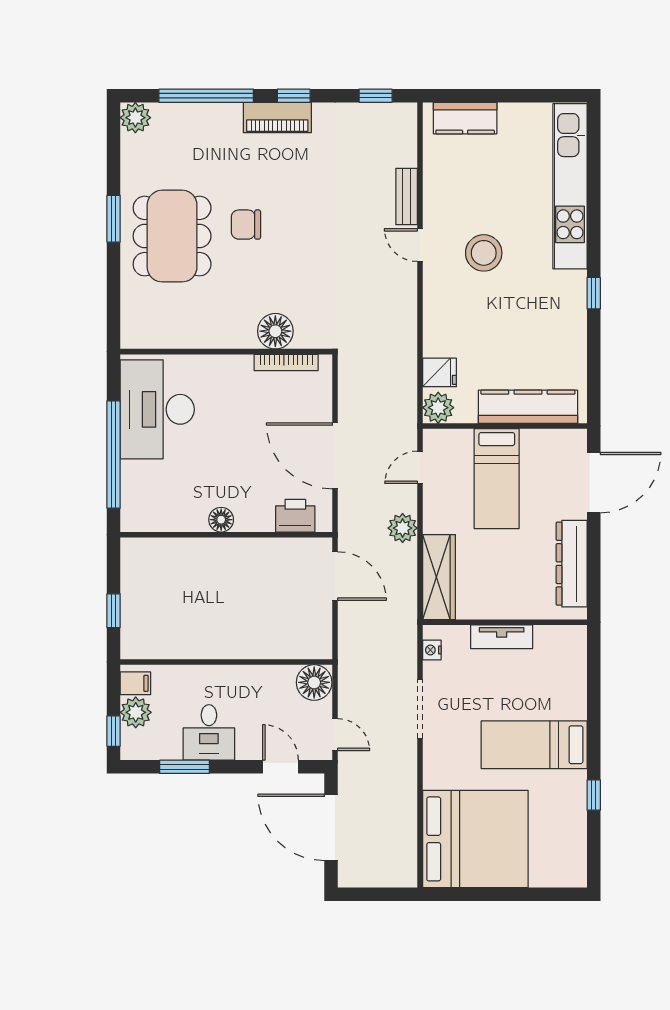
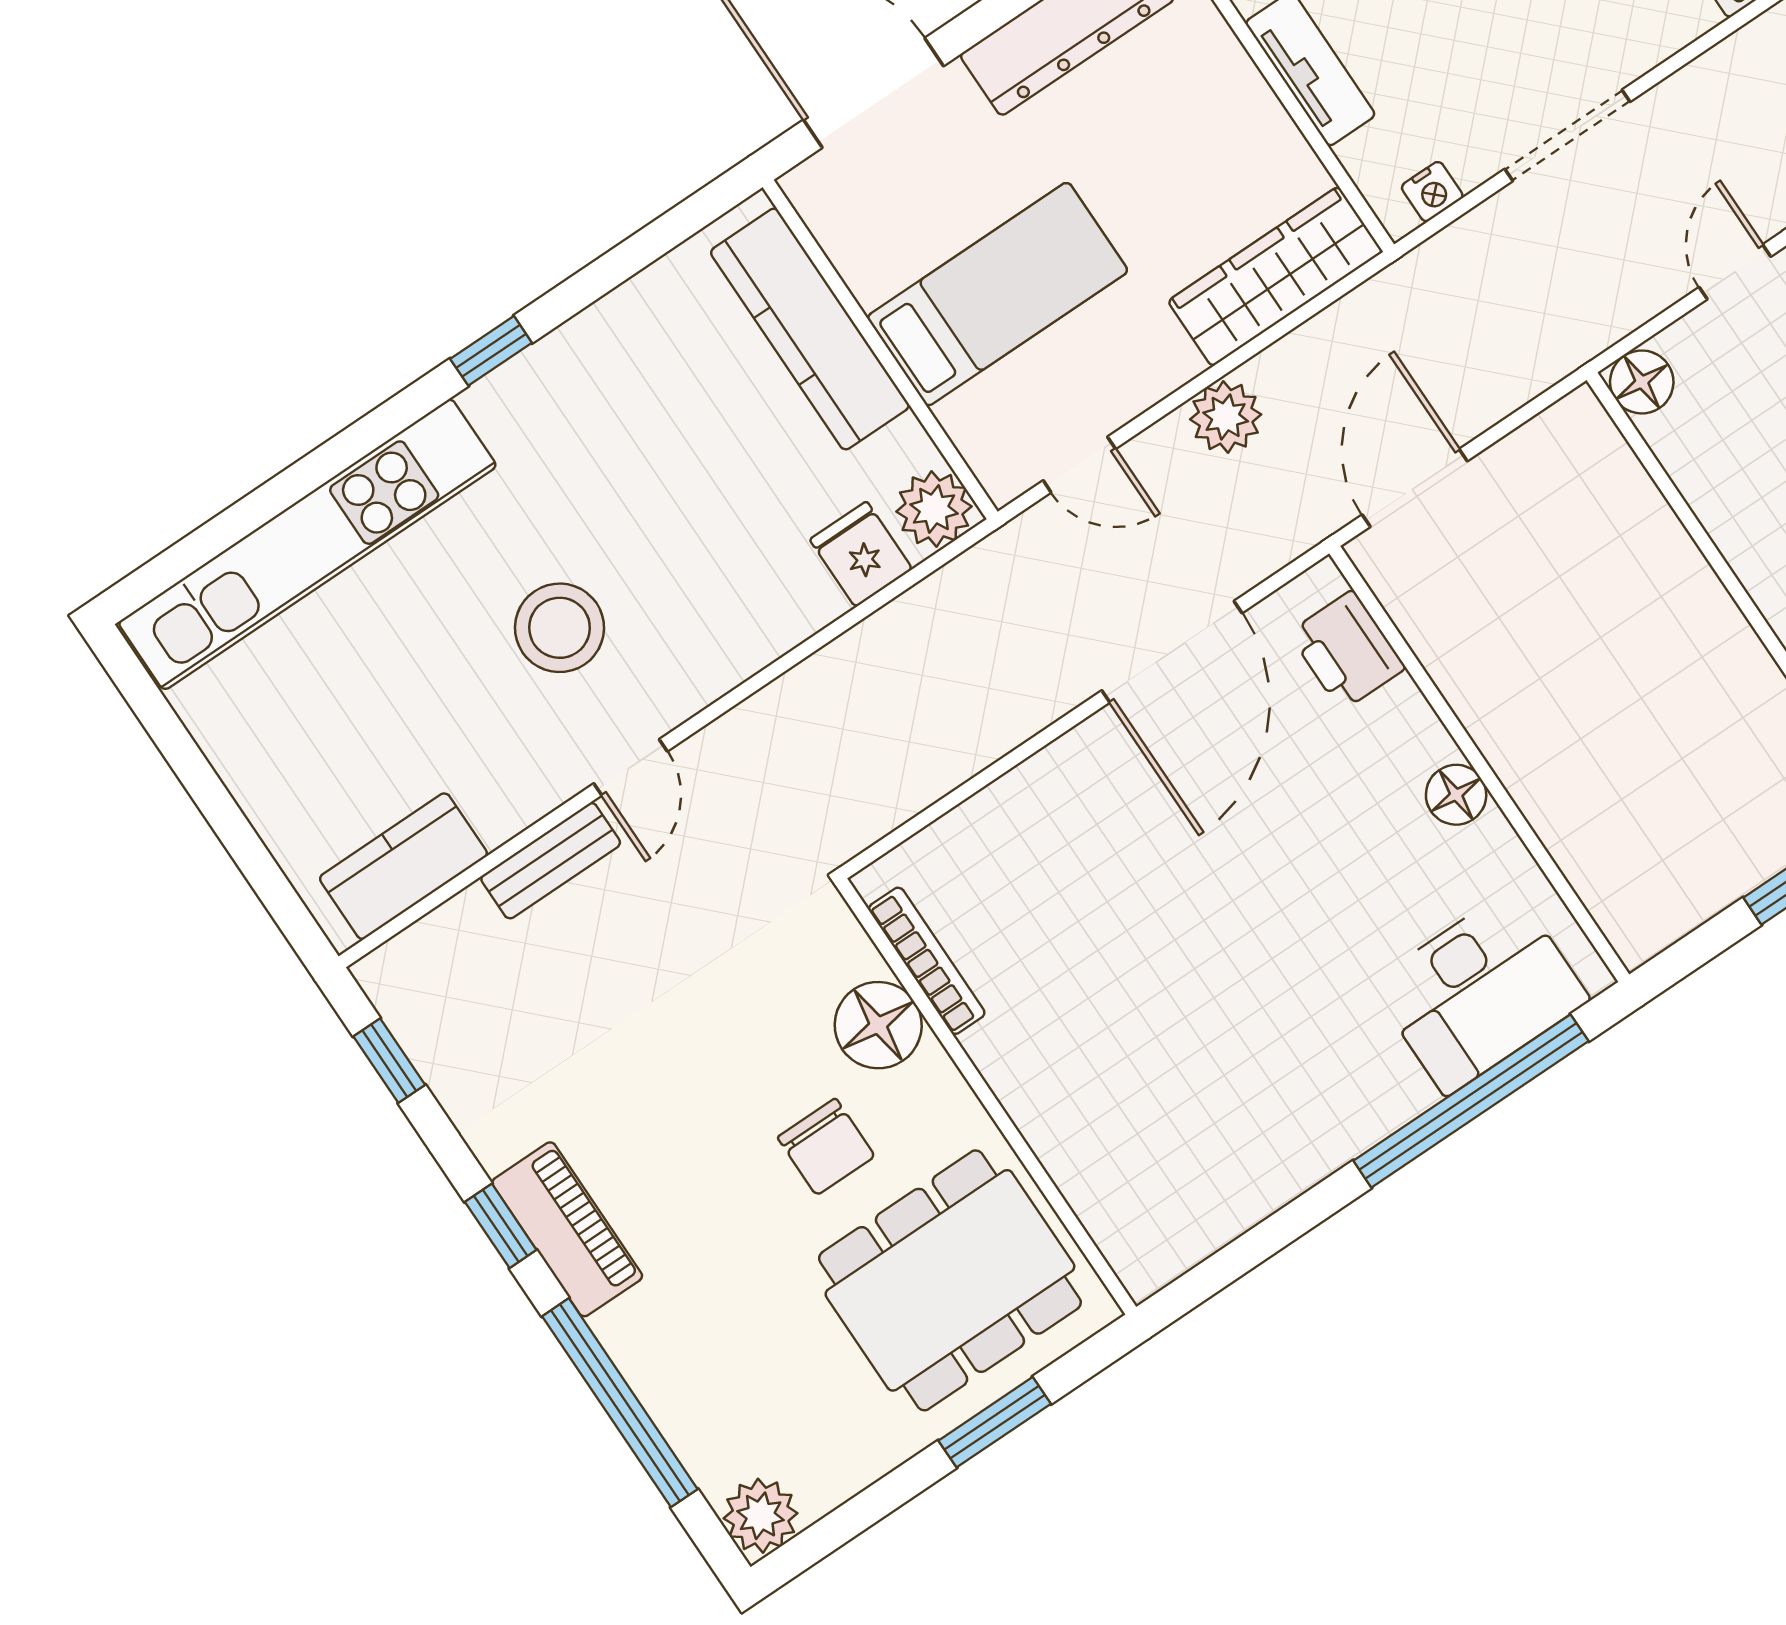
kitchen counter: (465, 118) -> (403, 866), moved, turned -90
floor lamp: (275, 331) -> (878, 1025), moved
wall: (226, 352) -> (986, 1096), moved
bookcase: (286, 362) -> (927, 961), moved
desk: (157, 409) -> (1480, 992), moved, width x0.73, depth x0.77
floor lamp: (314, 682) -> (1642, 382), width x0.73, depth x0.73

